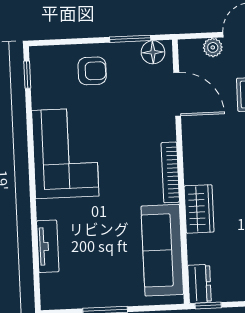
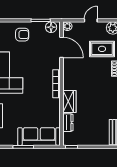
plant: (213, 47) -> (67, 26), moved
sofa: (162, 250) -> (39, 137), moved, turned 90
dresser: (199, 284) -> (68, 123), moved

